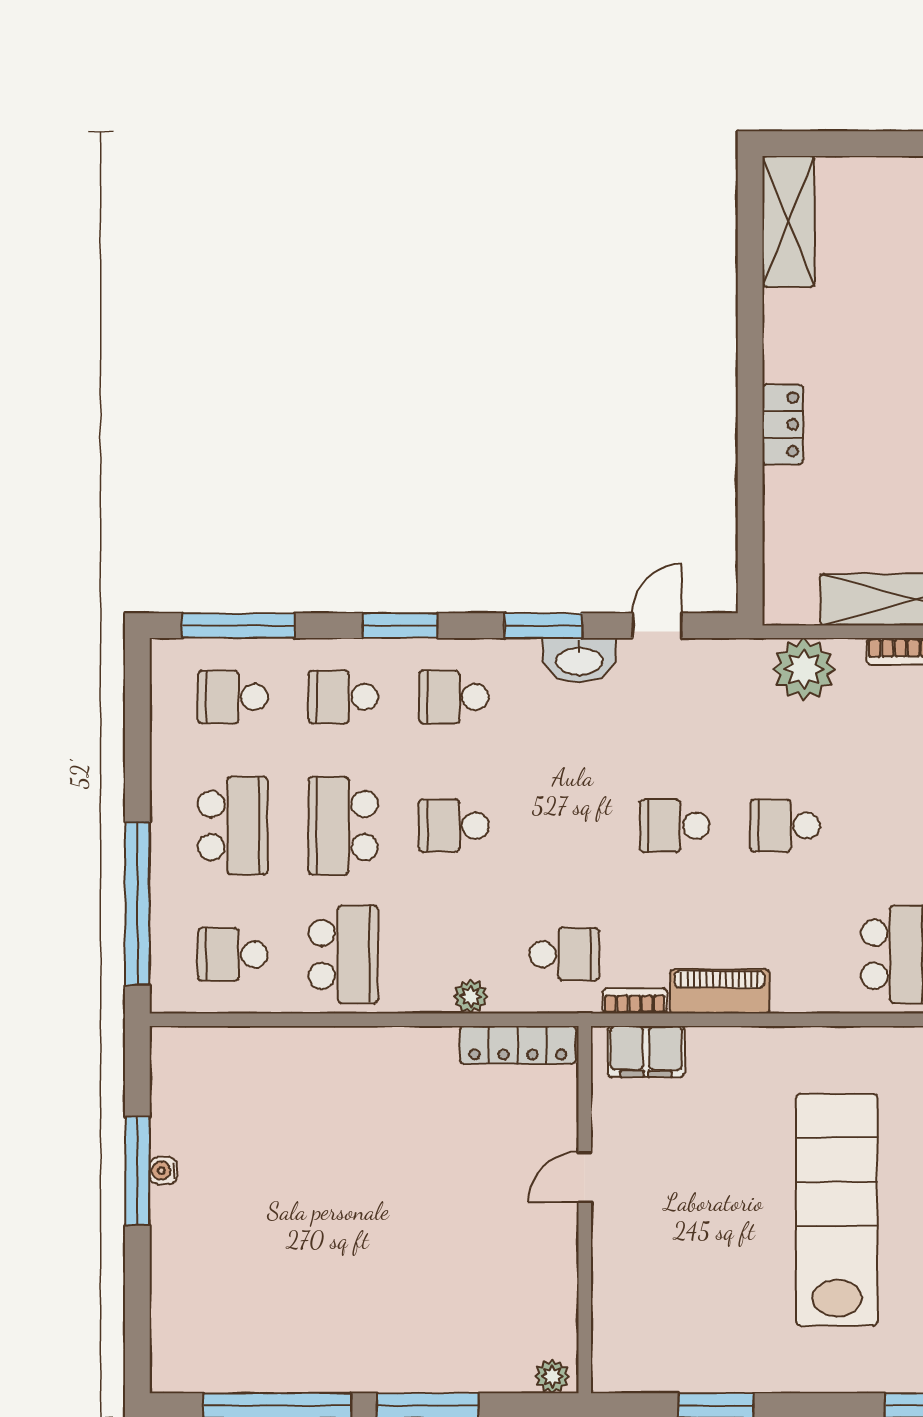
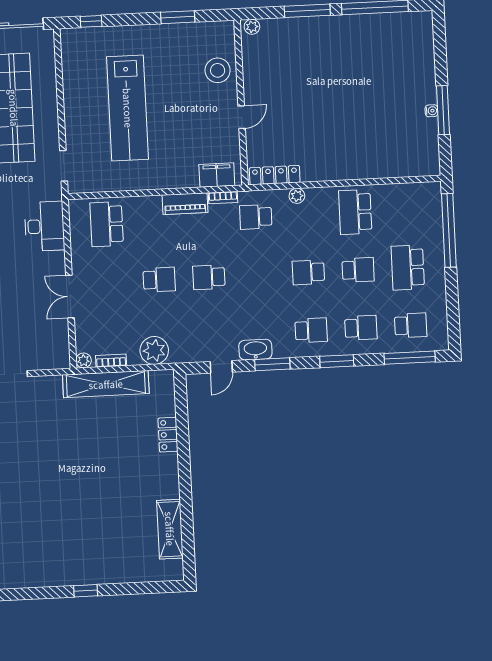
shelving: (788, 221) -> (170, 529), moved
locker: (783, 424) -> (168, 435), moved
school desk: (343, 826) -> (358, 270), width x0.54
school desk: (454, 826) -> (308, 272), turned 180
school desk: (675, 826) -> (209, 277), turned 180
school desk: (233, 954) -> (405, 210), removed
stool: (633, 1283) -> (218, 70), added

